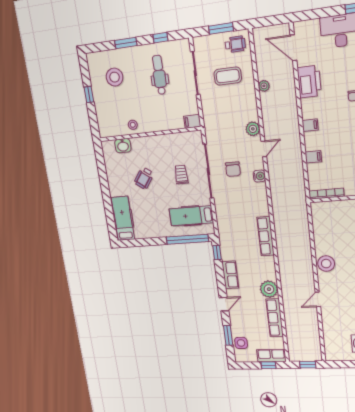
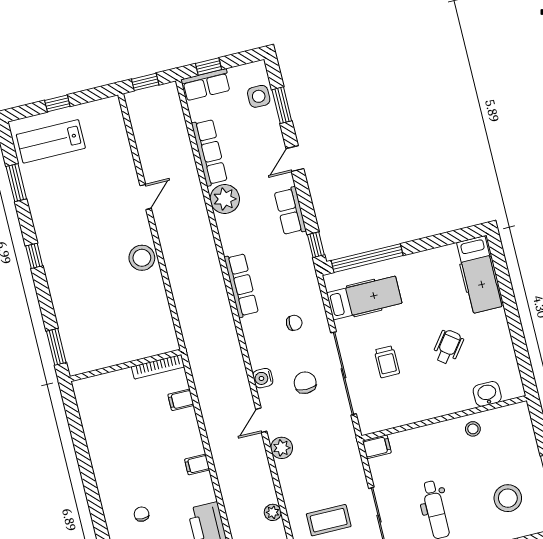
filing cabinet: (313, 157) -> (181, 400), moved
chair: (235, 208) -> (294, 323), added

